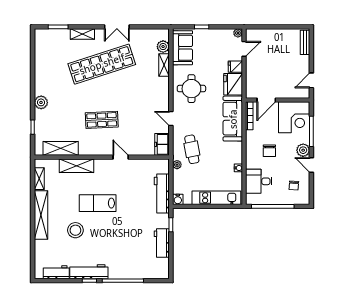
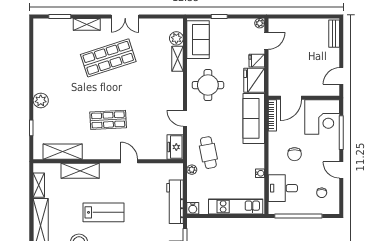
shop shelf: (102, 64) -> (108, 58), width x0.71
plant: (303, 150) -> (332, 154), removed
lab bench: (98, 203) -> (104, 212), turned 180

